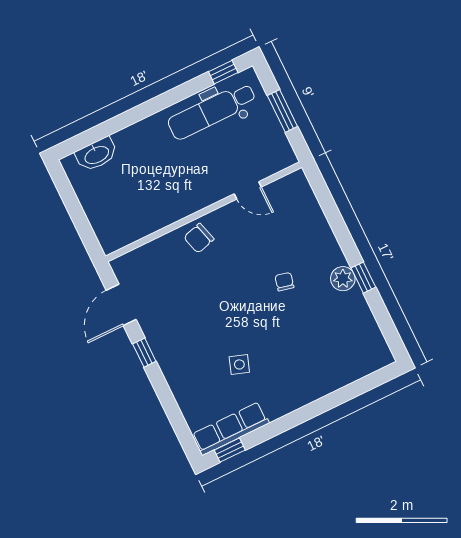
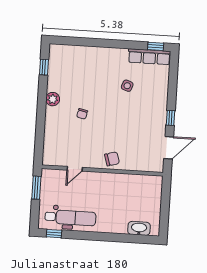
window: (282, 111) -> (36, 188), moved
door: (248, 190) -> (75, 169), swing flipped
window: (363, 278) -> (44, 67), moved

